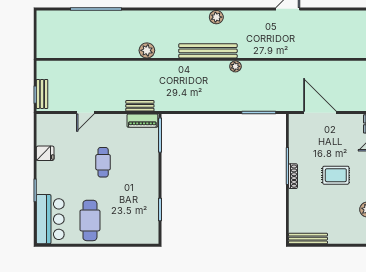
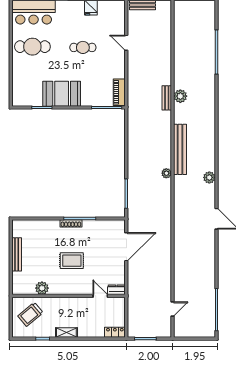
plant: (216, 17) -> (209, 177), moved
bench: (140, 106) -> (167, 98), moved
cafe table: (103, 162) -> (83, 47), moved
rug: (336, 175) -> (72, 261), turned 90
booth: (144, 187) -> (62, 94), added
bench: (308, 239) -> (17, 254), moved

